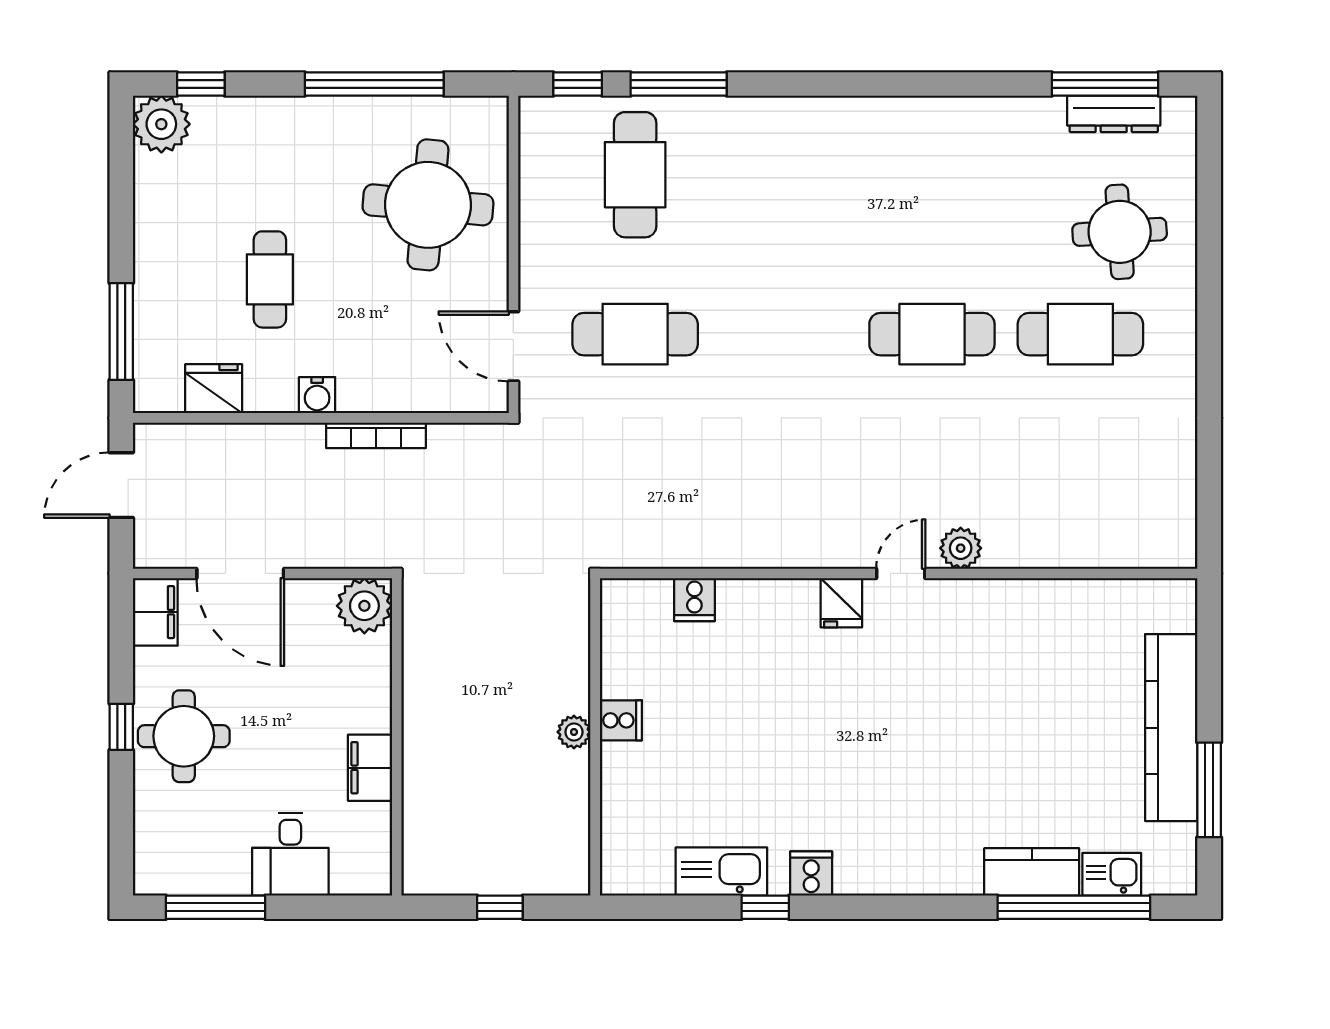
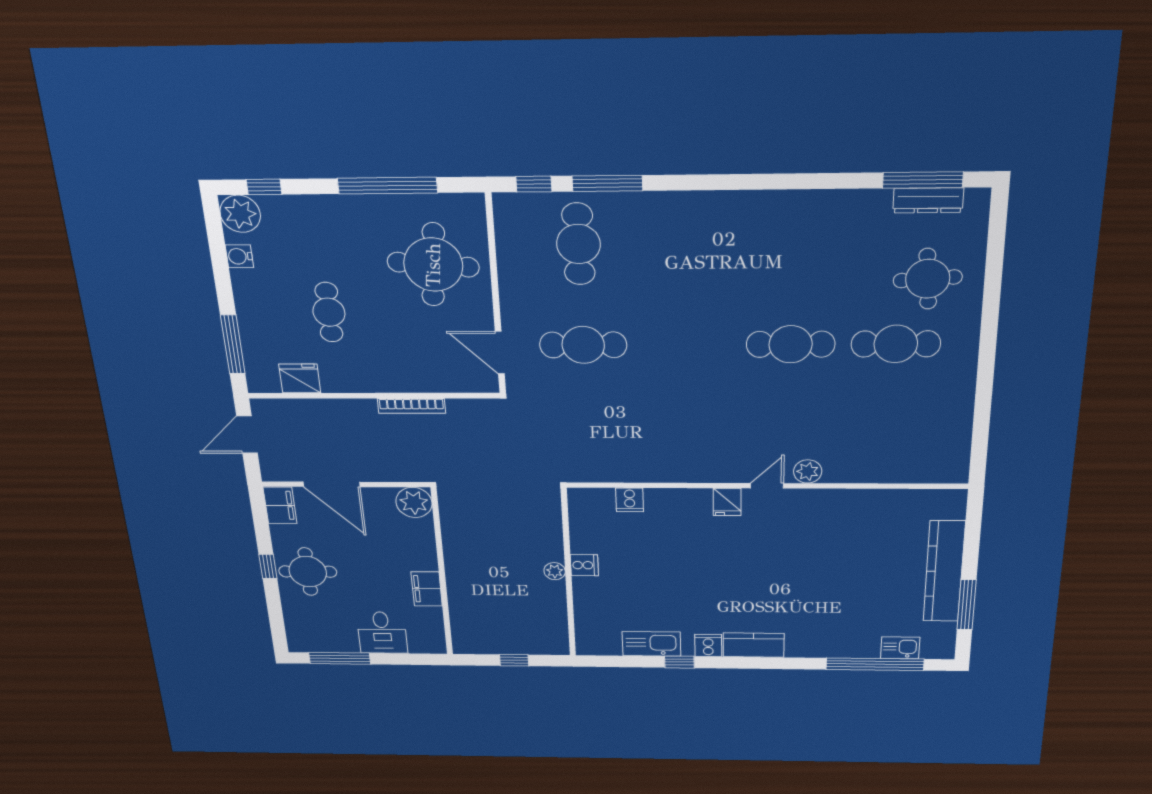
water cooler: (317, 395) -> (239, 256), moved, turned 90
kitchen counter: (1032, 872) -> (754, 645), moved

